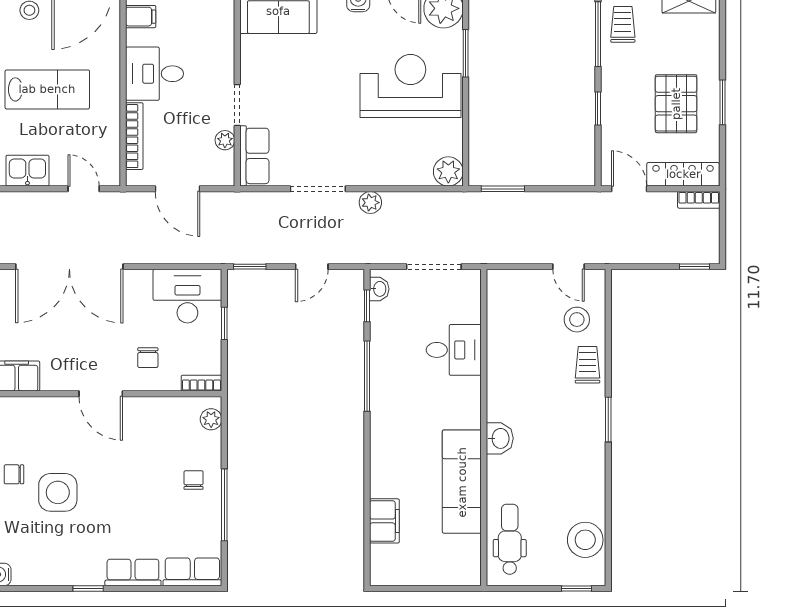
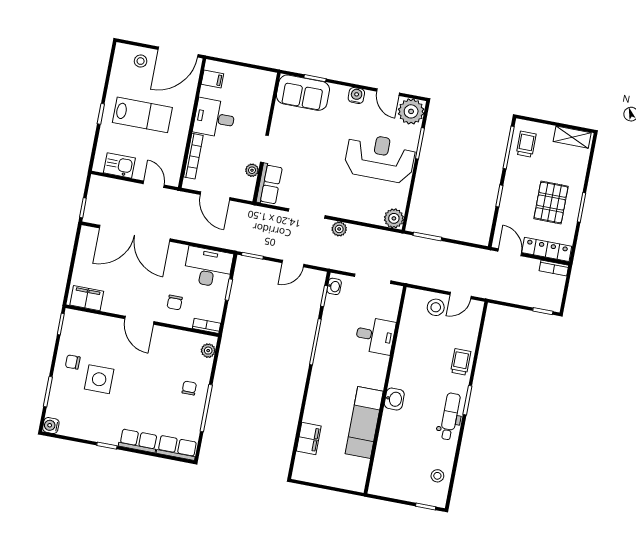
door: (569, 267) -> (461, 295), hinge flipped
stool: (577, 320) -> (436, 307), moved
dental chair: (510, 539) -> (450, 416), moved
stool: (585, 540) -> (437, 476), width x0.53, depth x0.53

